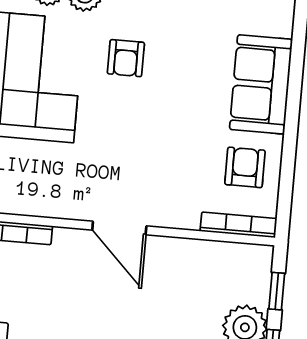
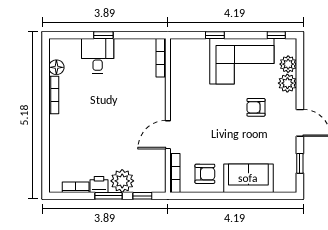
door: (119, 228) -> (168, 135), moved

